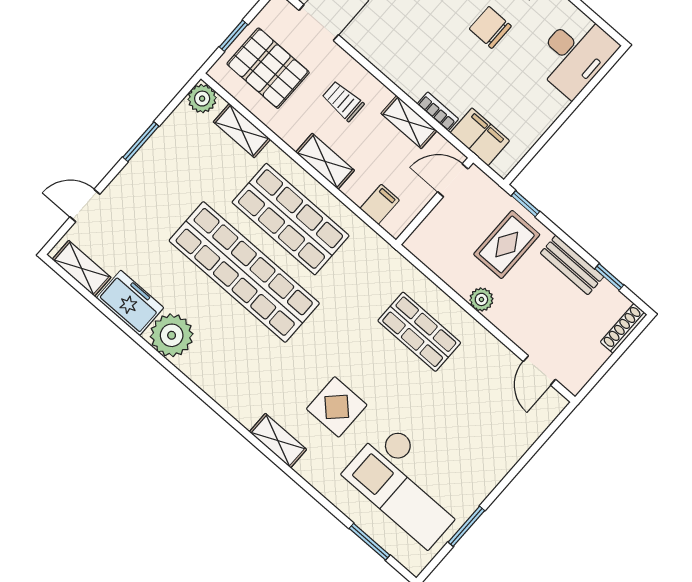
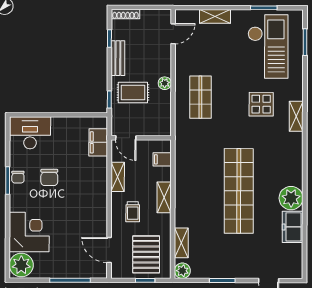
bookcase: (438, 111) -> (103, 169), removed
shop shelf: (291, 219) -> (200, 191), removed
shelving: (82, 268) -> (215, 16), moved, turned 90

